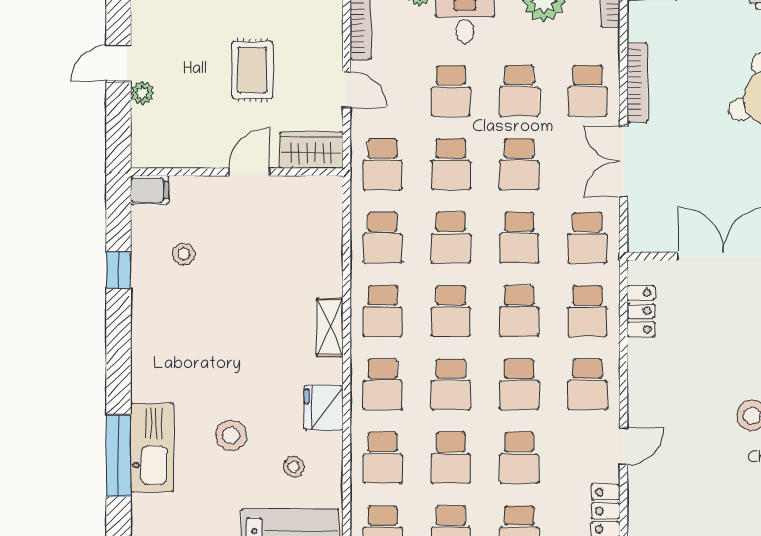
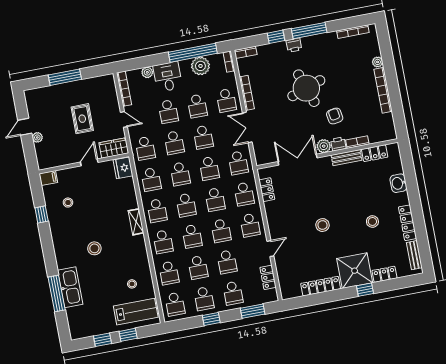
fridge: (324, 408) -> (123, 168), moved
stool: (231, 435) -> (94, 248), moved

